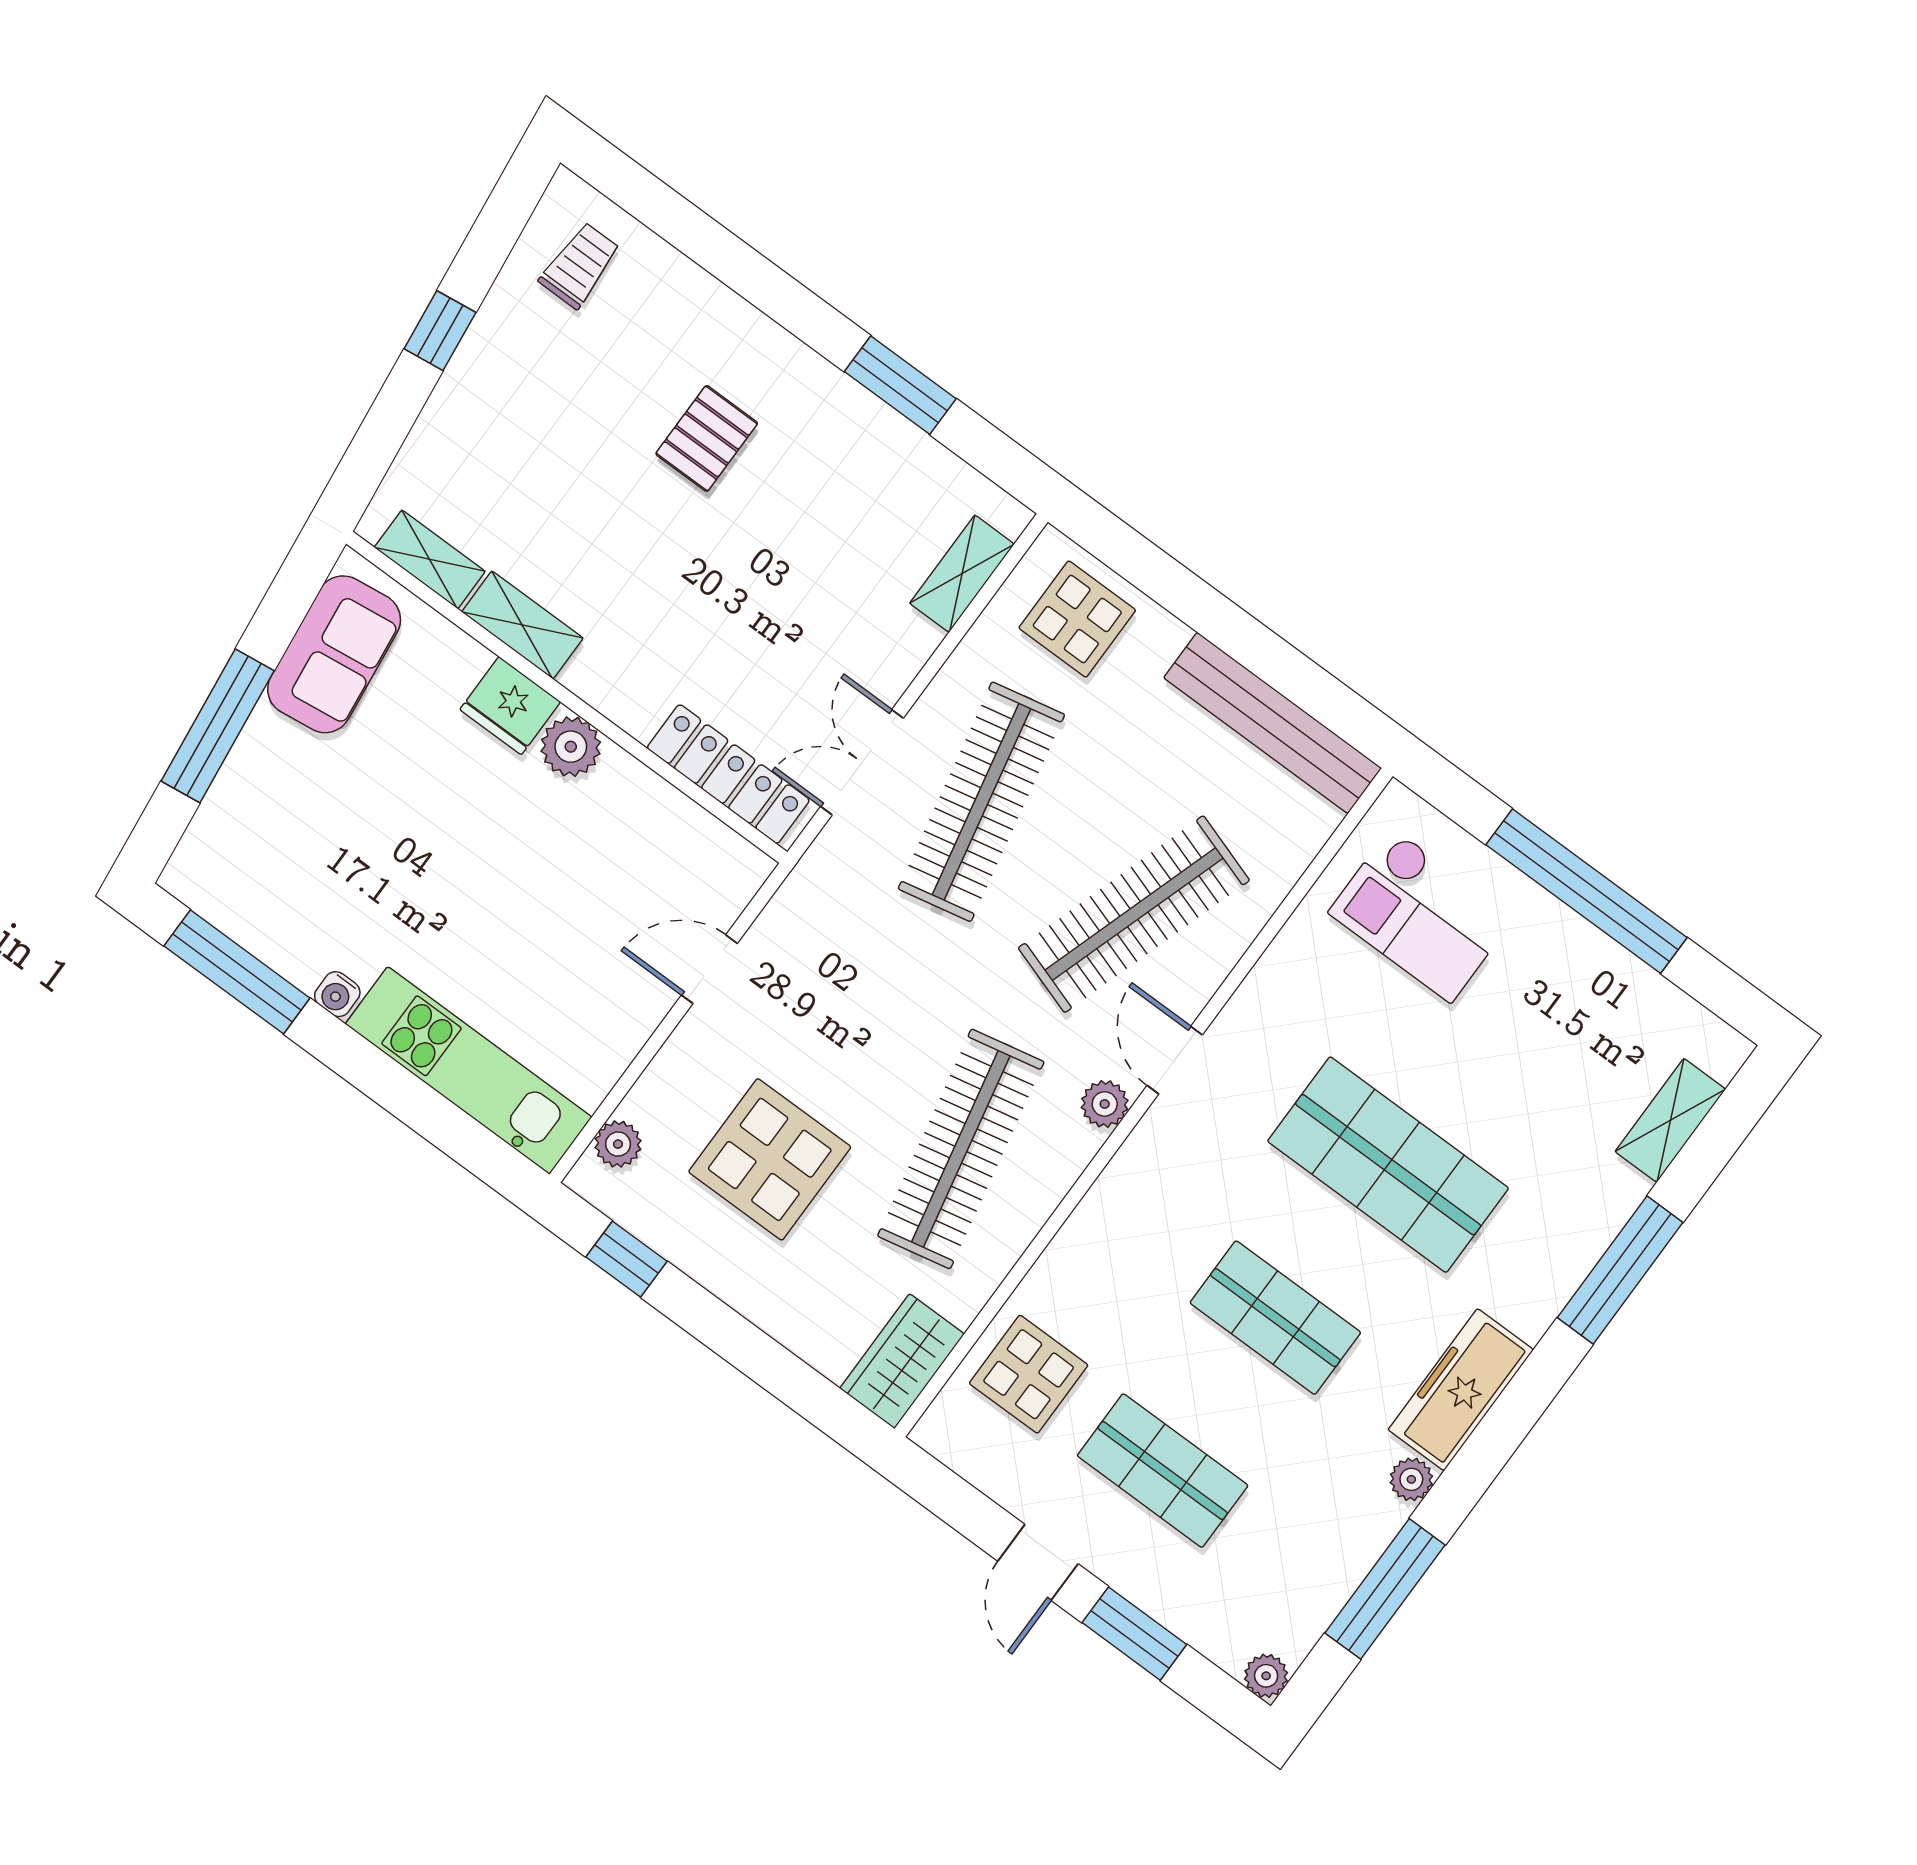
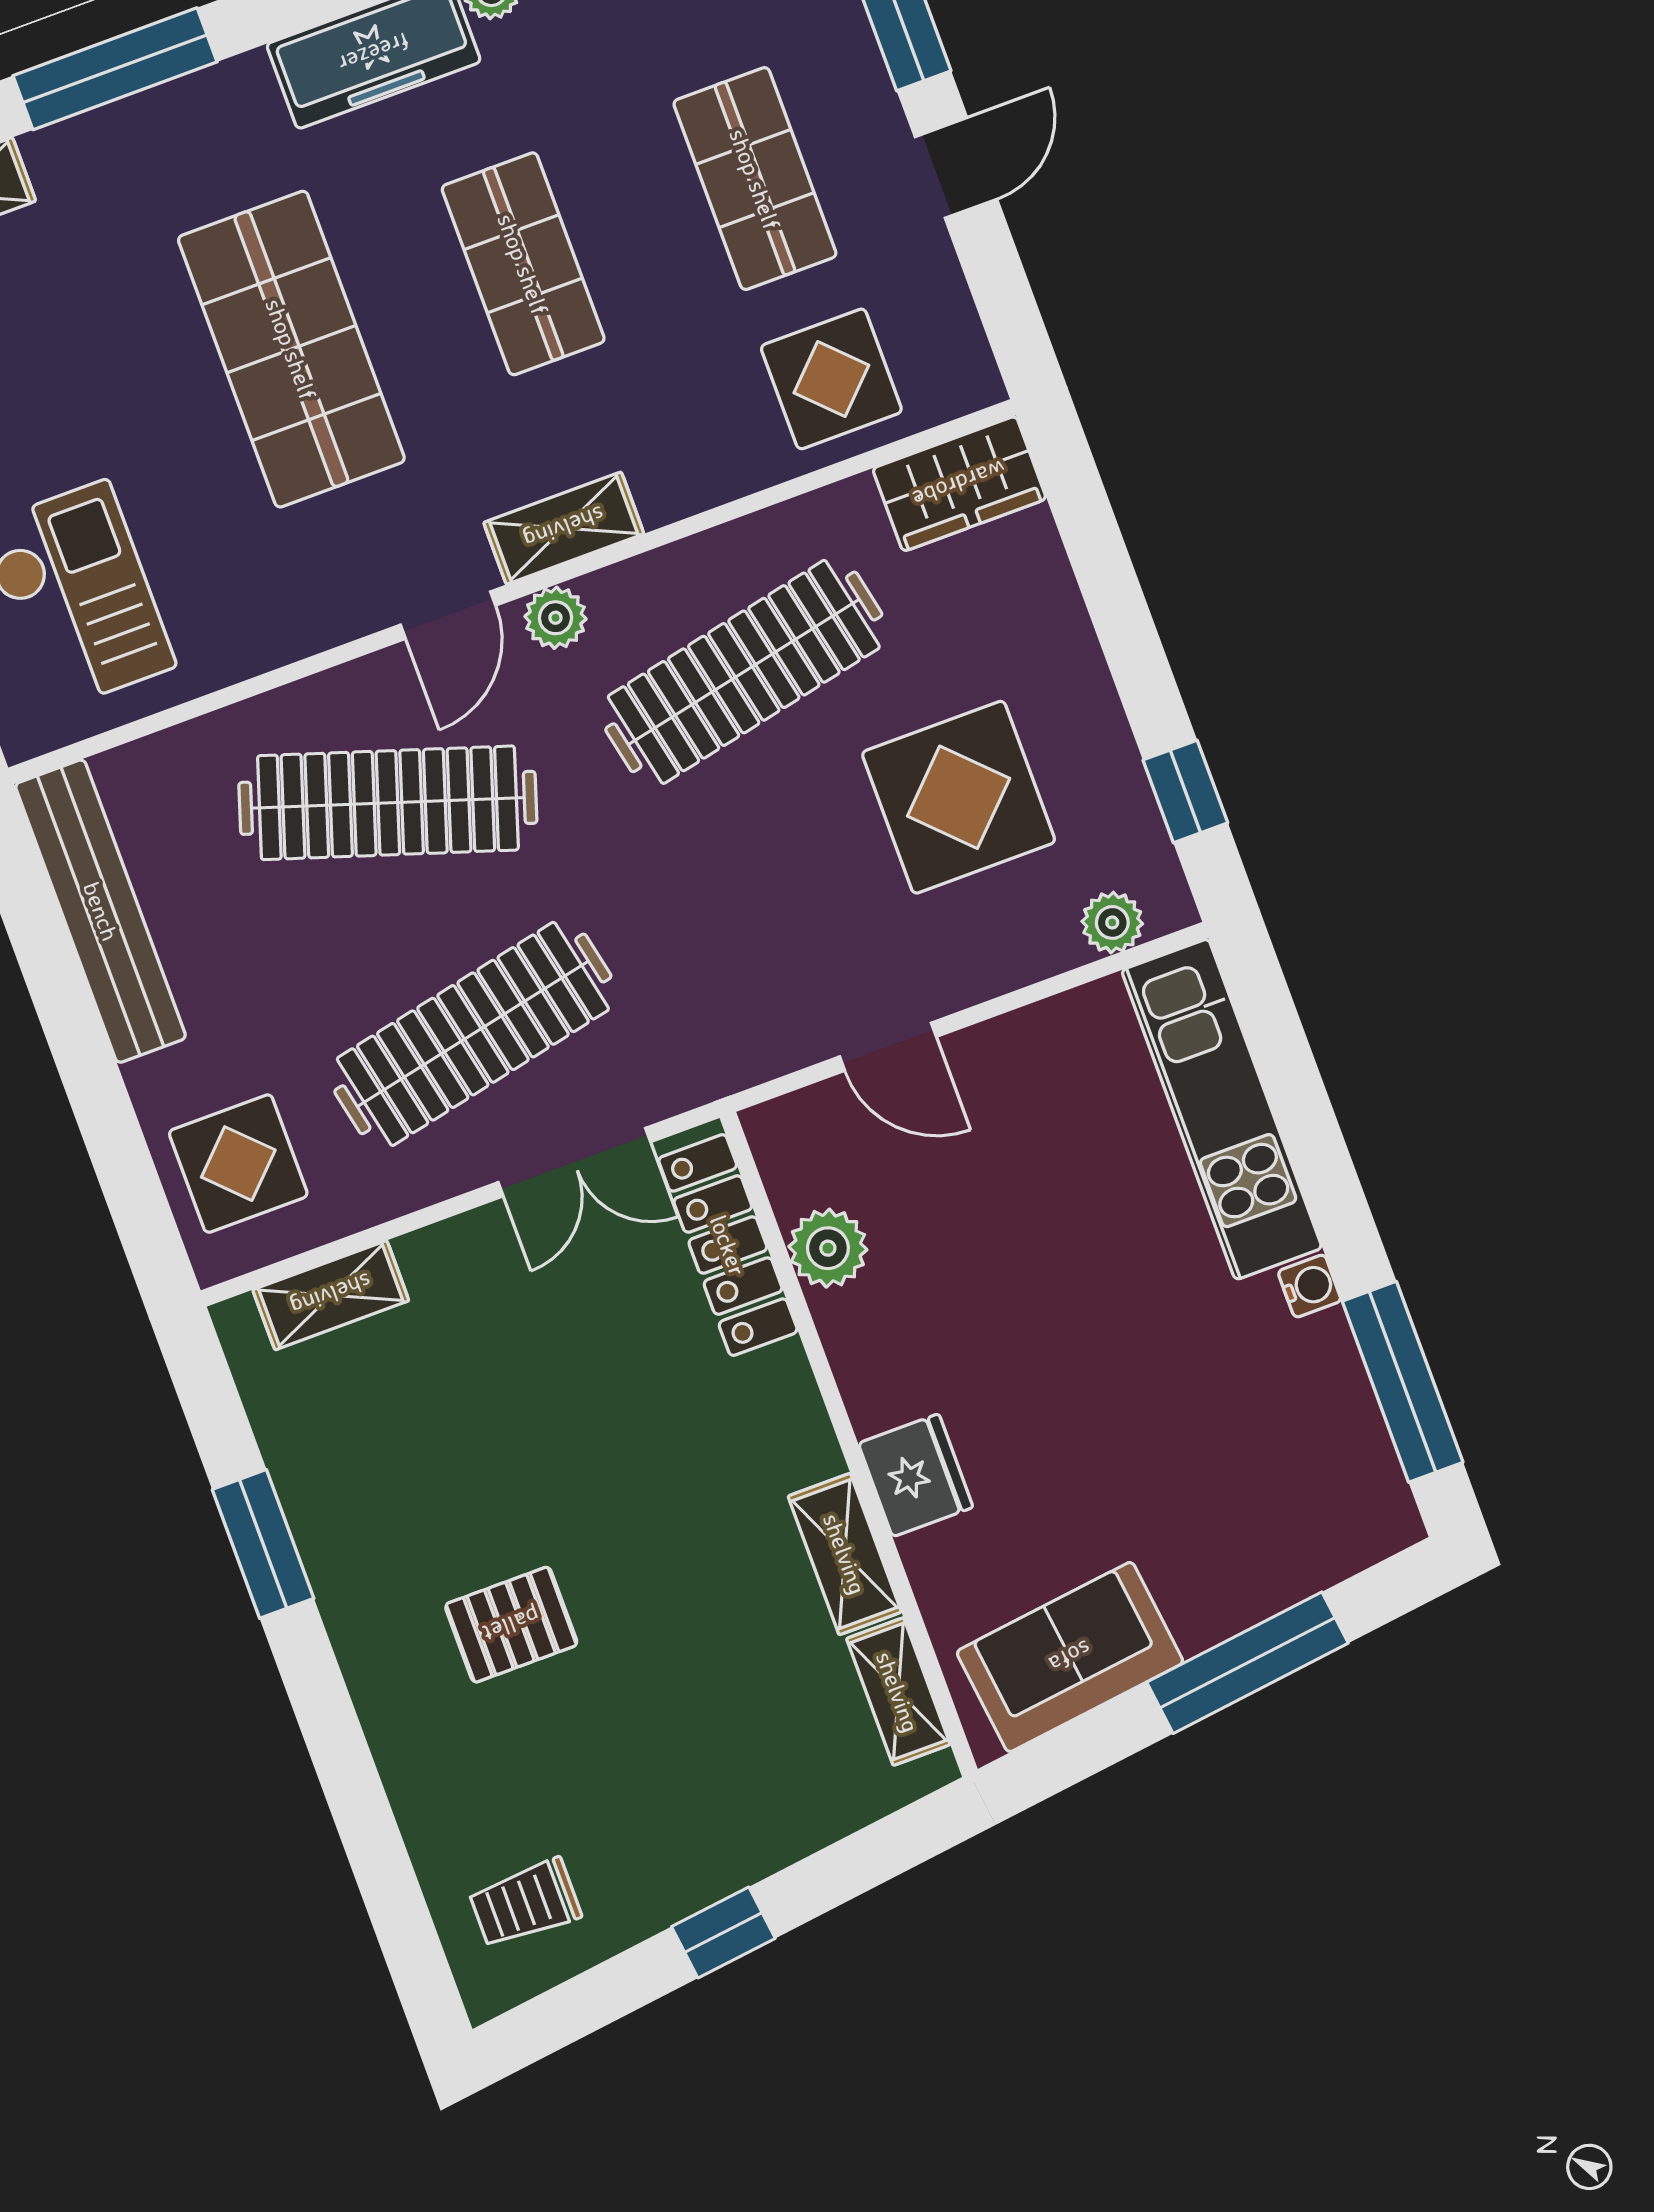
plant: (571, 747) -> (828, 1248), moved
shelving: (1137, 1165) -> (564, 528), added

